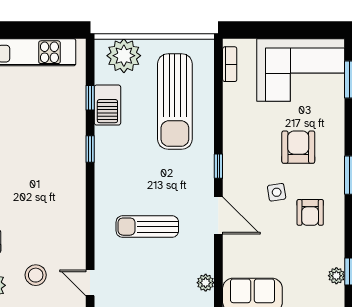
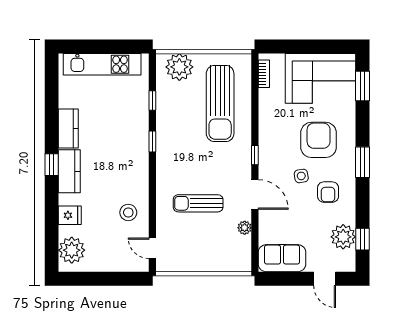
barbecue: (107, 105) -> (166, 106), removed
armchair: (298, 147) -> (319, 140), width x1.36, depth x1.36
stool: (36, 275) -> (128, 212), moved
plant: (336, 276) -> (343, 237), width x1.87, depth x1.87
plant: (206, 283) -> (245, 228), moved

